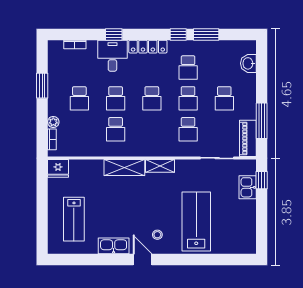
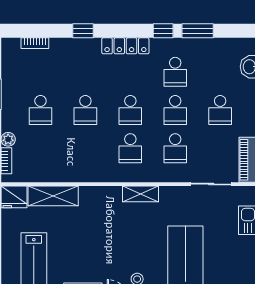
desk: (112, 56) -> (81, 57), removed
school desk: (116, 129) -> (130, 148), moved
shelving: (124, 168) -> (53, 196), moved

